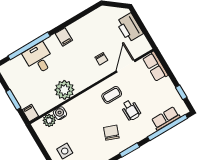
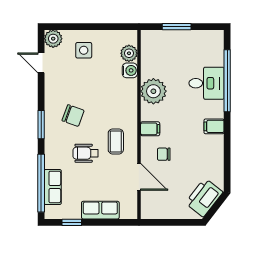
printer: (130, 28) -> (204, 198), moved, turned -52
row of seats: (155, 67) -> (100, 210), moved
filing cabinet: (30, 113) -> (150, 129), moved

